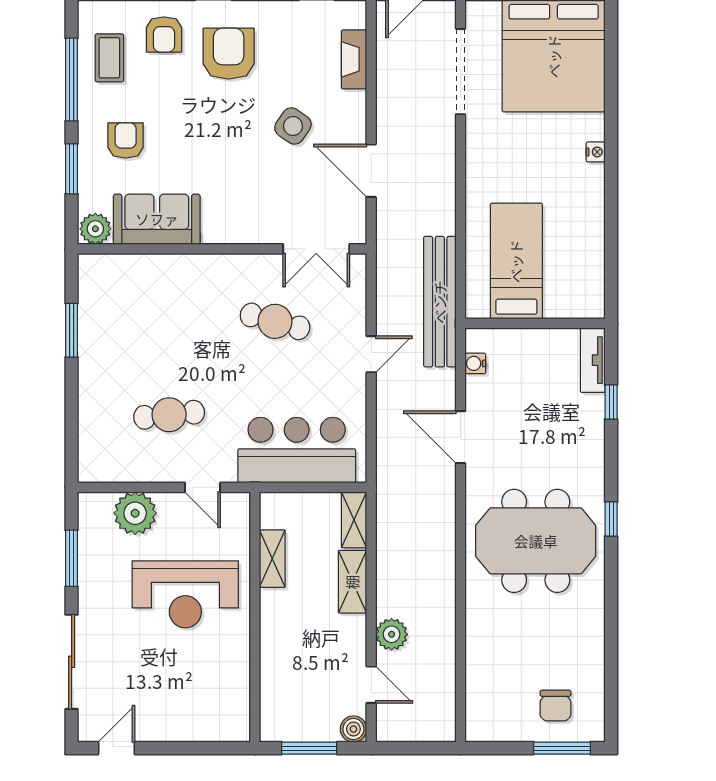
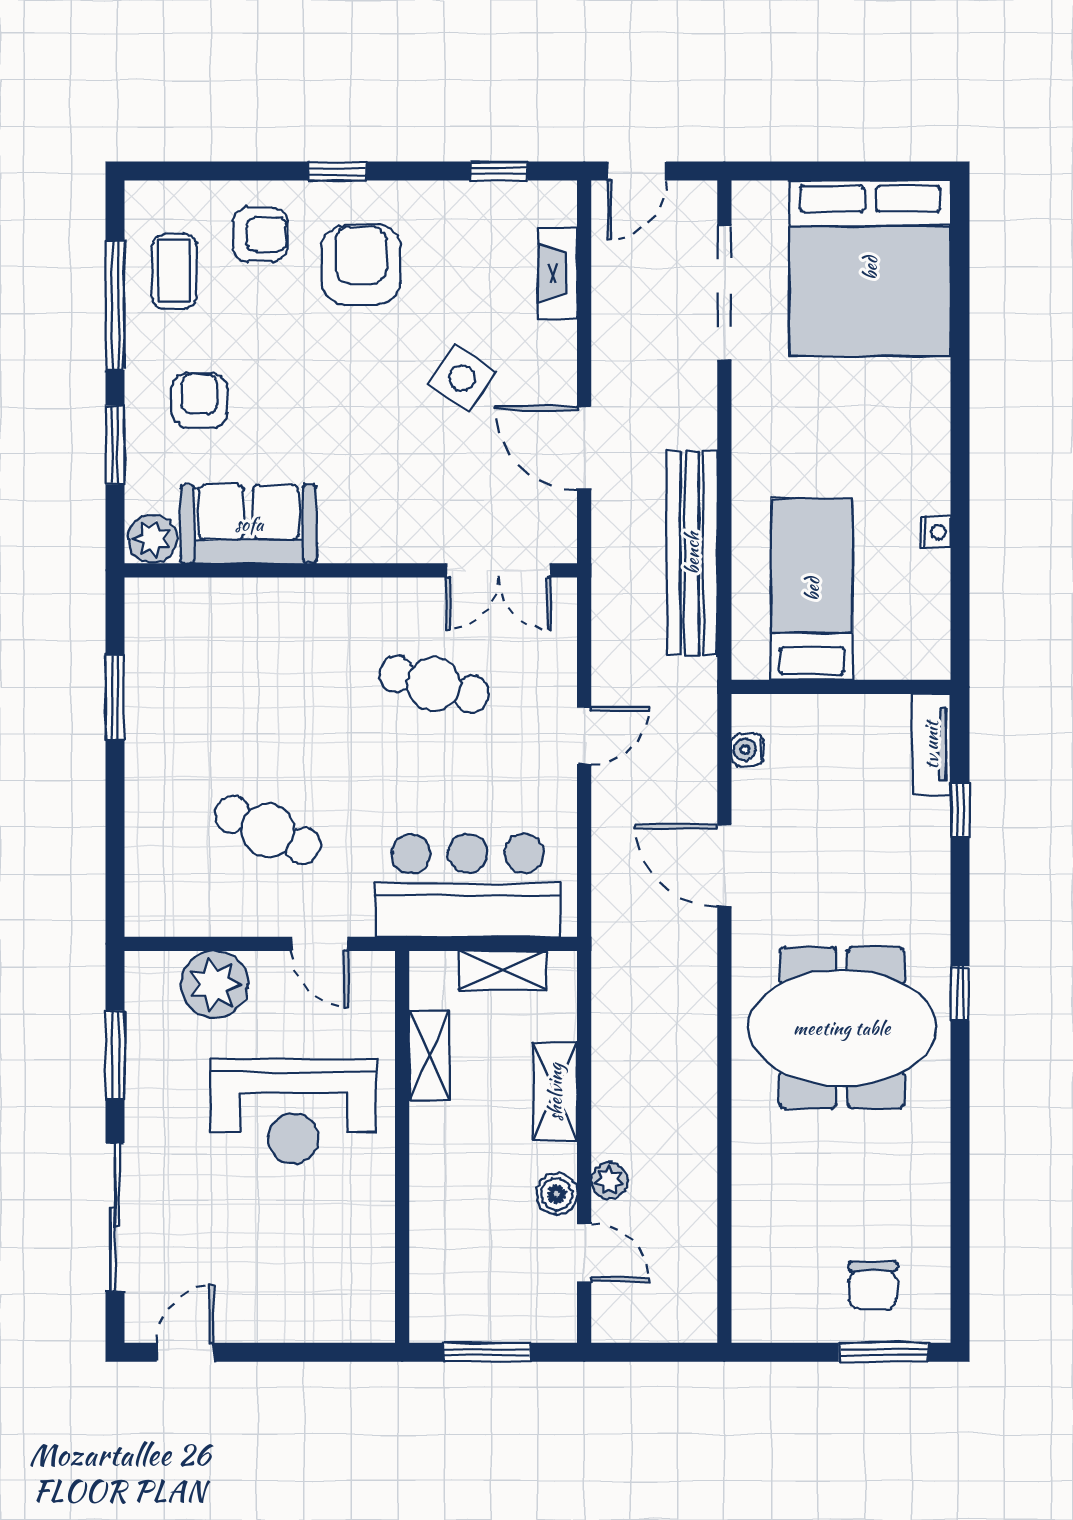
armchair: (164, 34) -> (260, 234), turned -90
nightstand: (596, 152) -> (936, 532), moved
bench: (440, 302) -> (692, 553), moved
cafe table: (169, 415) -> (268, 830), turned 30
shelving: (354, 520) -> (502, 971), moved, turned 90
plant: (392, 634) -> (609, 1181), width x0.73, depth x0.73
boiler: (353, 729) -> (557, 1194), moved

